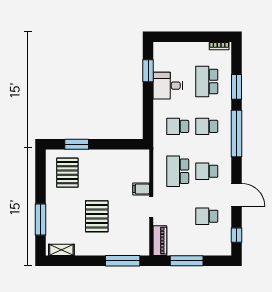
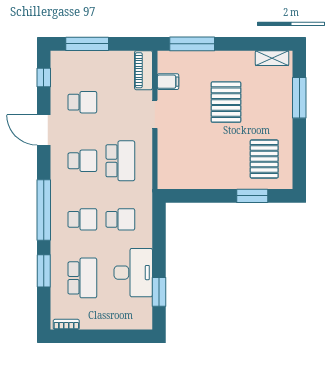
desk: (168, 86) -> (133, 273), width x1.37
filing cabinet: (141, 189) -> (168, 82), moved
window: (187, 261) -> (87, 44), moved

